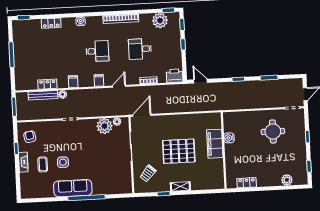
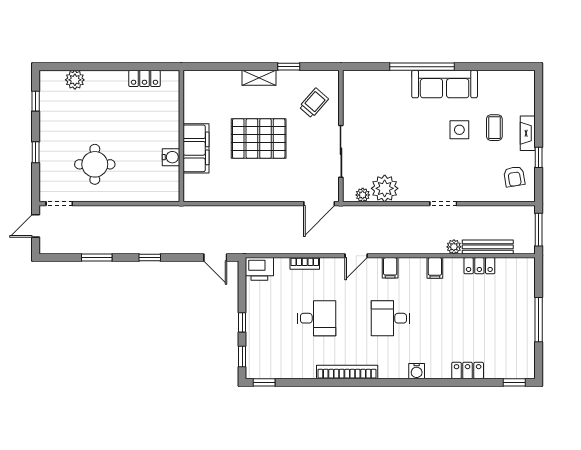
plant: (160, 20) -> (280, 366), removed

